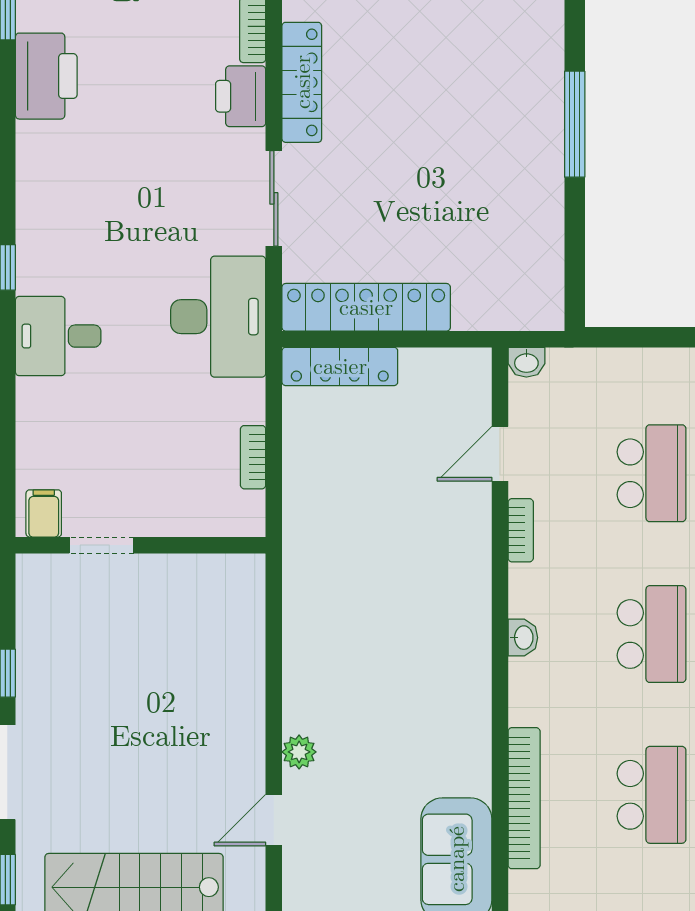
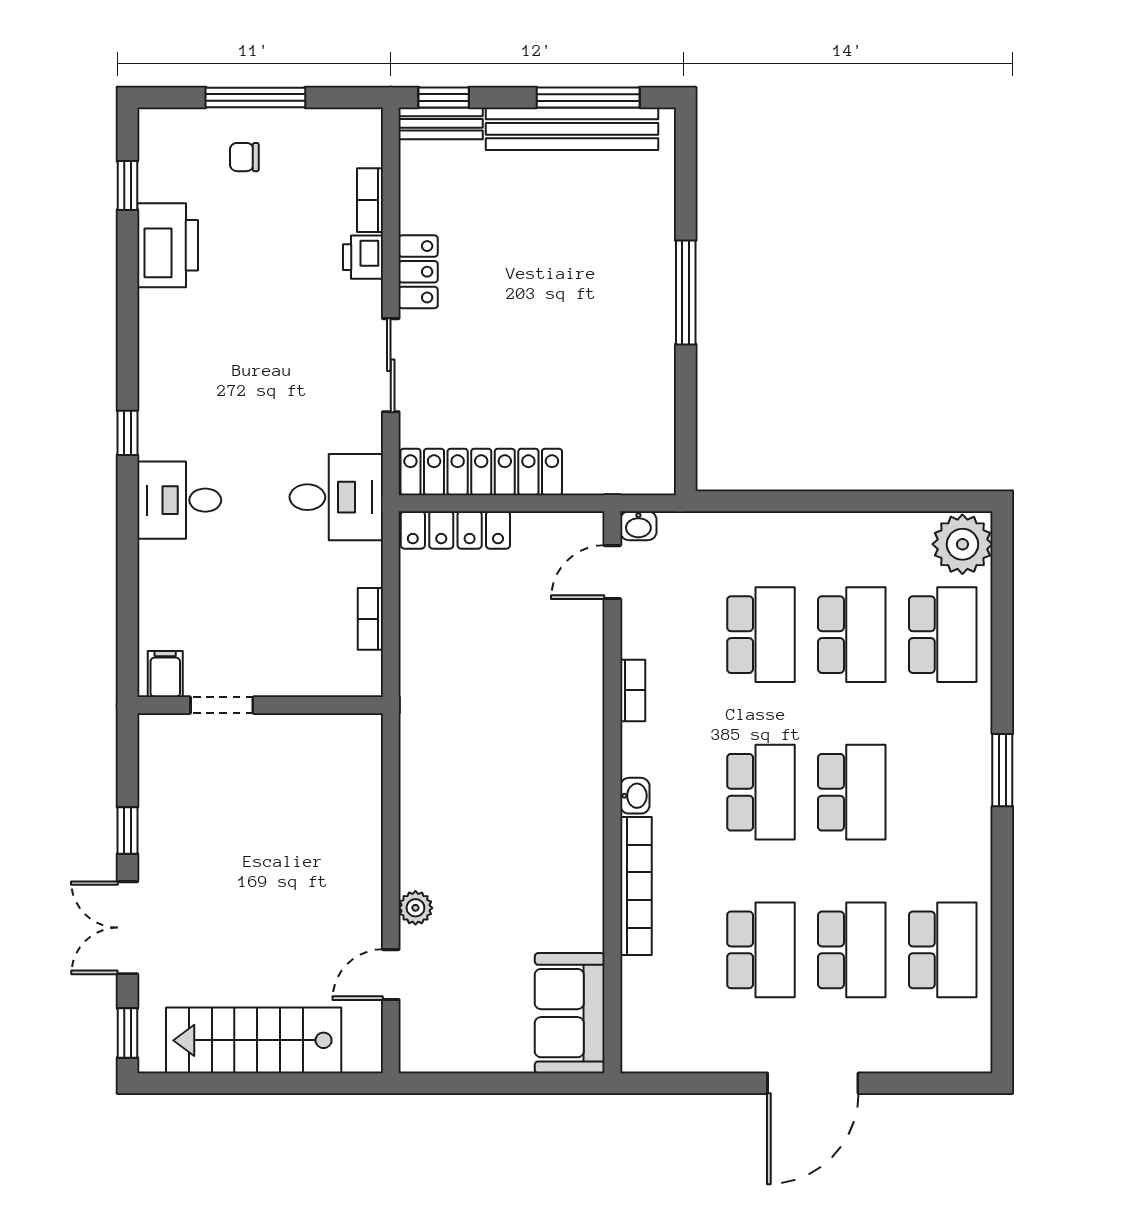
locker: (302, 82) -> (418, 272), width x0.66
printer: (241, 96) -> (363, 257), width x0.73, depth x0.81
desk: (218, 317) -> (336, 497), width x0.73
door: (500, 454) -> (612, 572), moved
bookcase: (524, 798) -> (636, 886), moved

